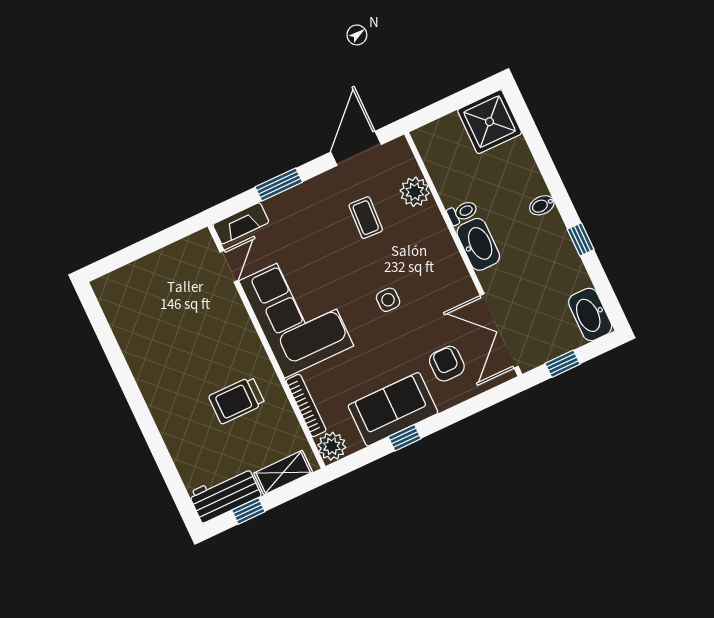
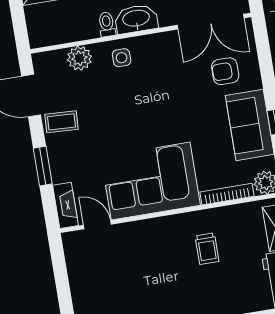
coffee table: (366, 218) -> (62, 122), moved
side table: (388, 300) -> (122, 58), moved
trolley: (237, 400) -> (207, 249), width x0.73, depth x0.72

